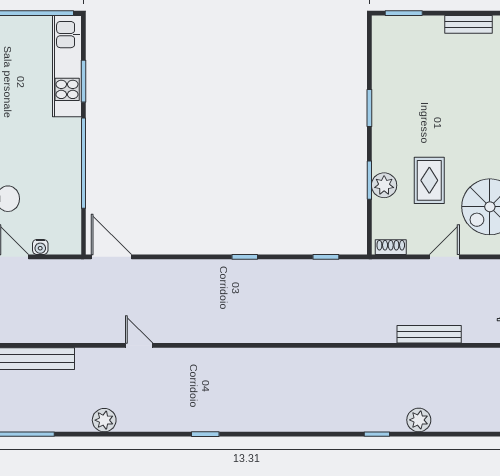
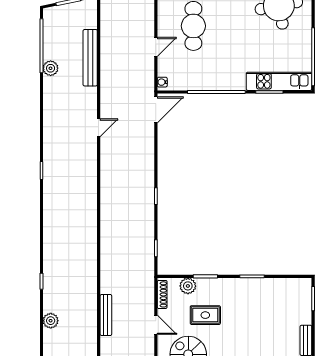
plant: (384, 185) -> (188, 286), moved
water cooler: (40, 247) -> (162, 82), moved
shoe rack: (391, 247) -> (162, 294), width x1.43
plant: (104, 420) -> (51, 68), moved
plant: (419, 420) -> (51, 321), moved

